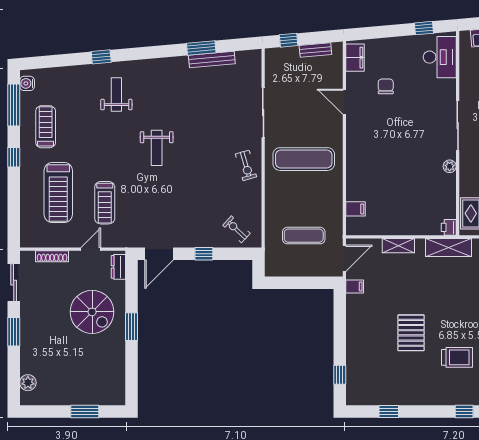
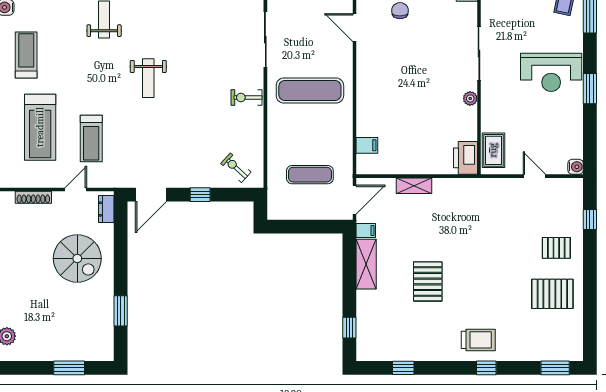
exercise bike: (246, 165) -> (246, 98), turned 106
printer: (449, 227) -> (465, 158), width x1.87, depth x1.48
shelving: (448, 248) -> (366, 264), moved, turned 90
window: (132, 327) -> (121, 311), moved
trolley: (457, 357) -> (478, 340), moved

